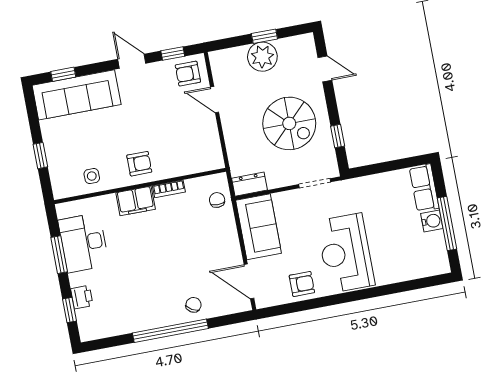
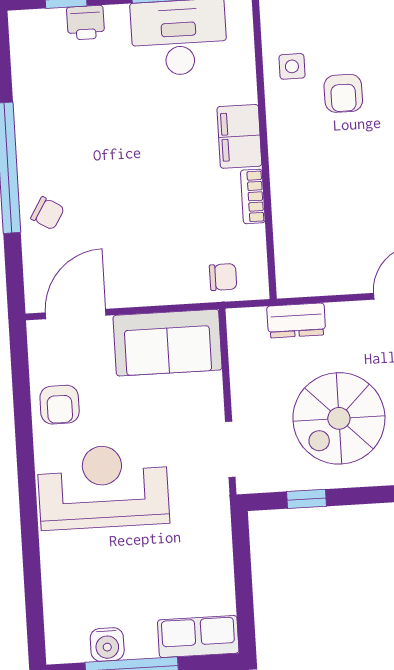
armchair: (139, 164) -> (343, 93), moved
dresser: (250, 184) -> (296, 320), moved, turned 90
water cooler: (432, 221) -> (107, 644), moved

